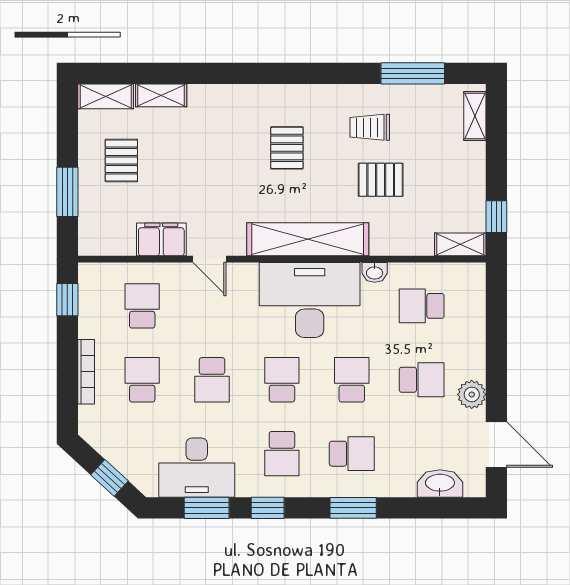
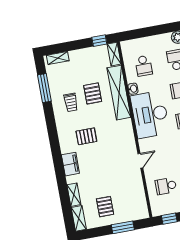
pallet: (121, 161) -> (105, 207), turned 90
filing cabinet: (161, 239) -> (70, 164), moved, turned 180
shelving: (308, 239) -> (119, 93), moved

